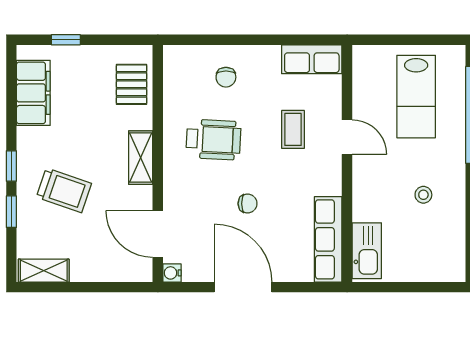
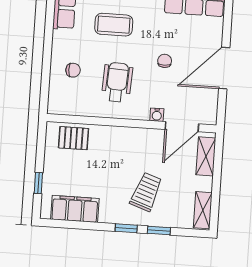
coffee table: (293, 129) -> (114, 25), width x1.36, depth x1.30
shelving: (141, 158) -> (206, 156), moved, turned 90
water cooler: (172, 273) -> (157, 115), moved

